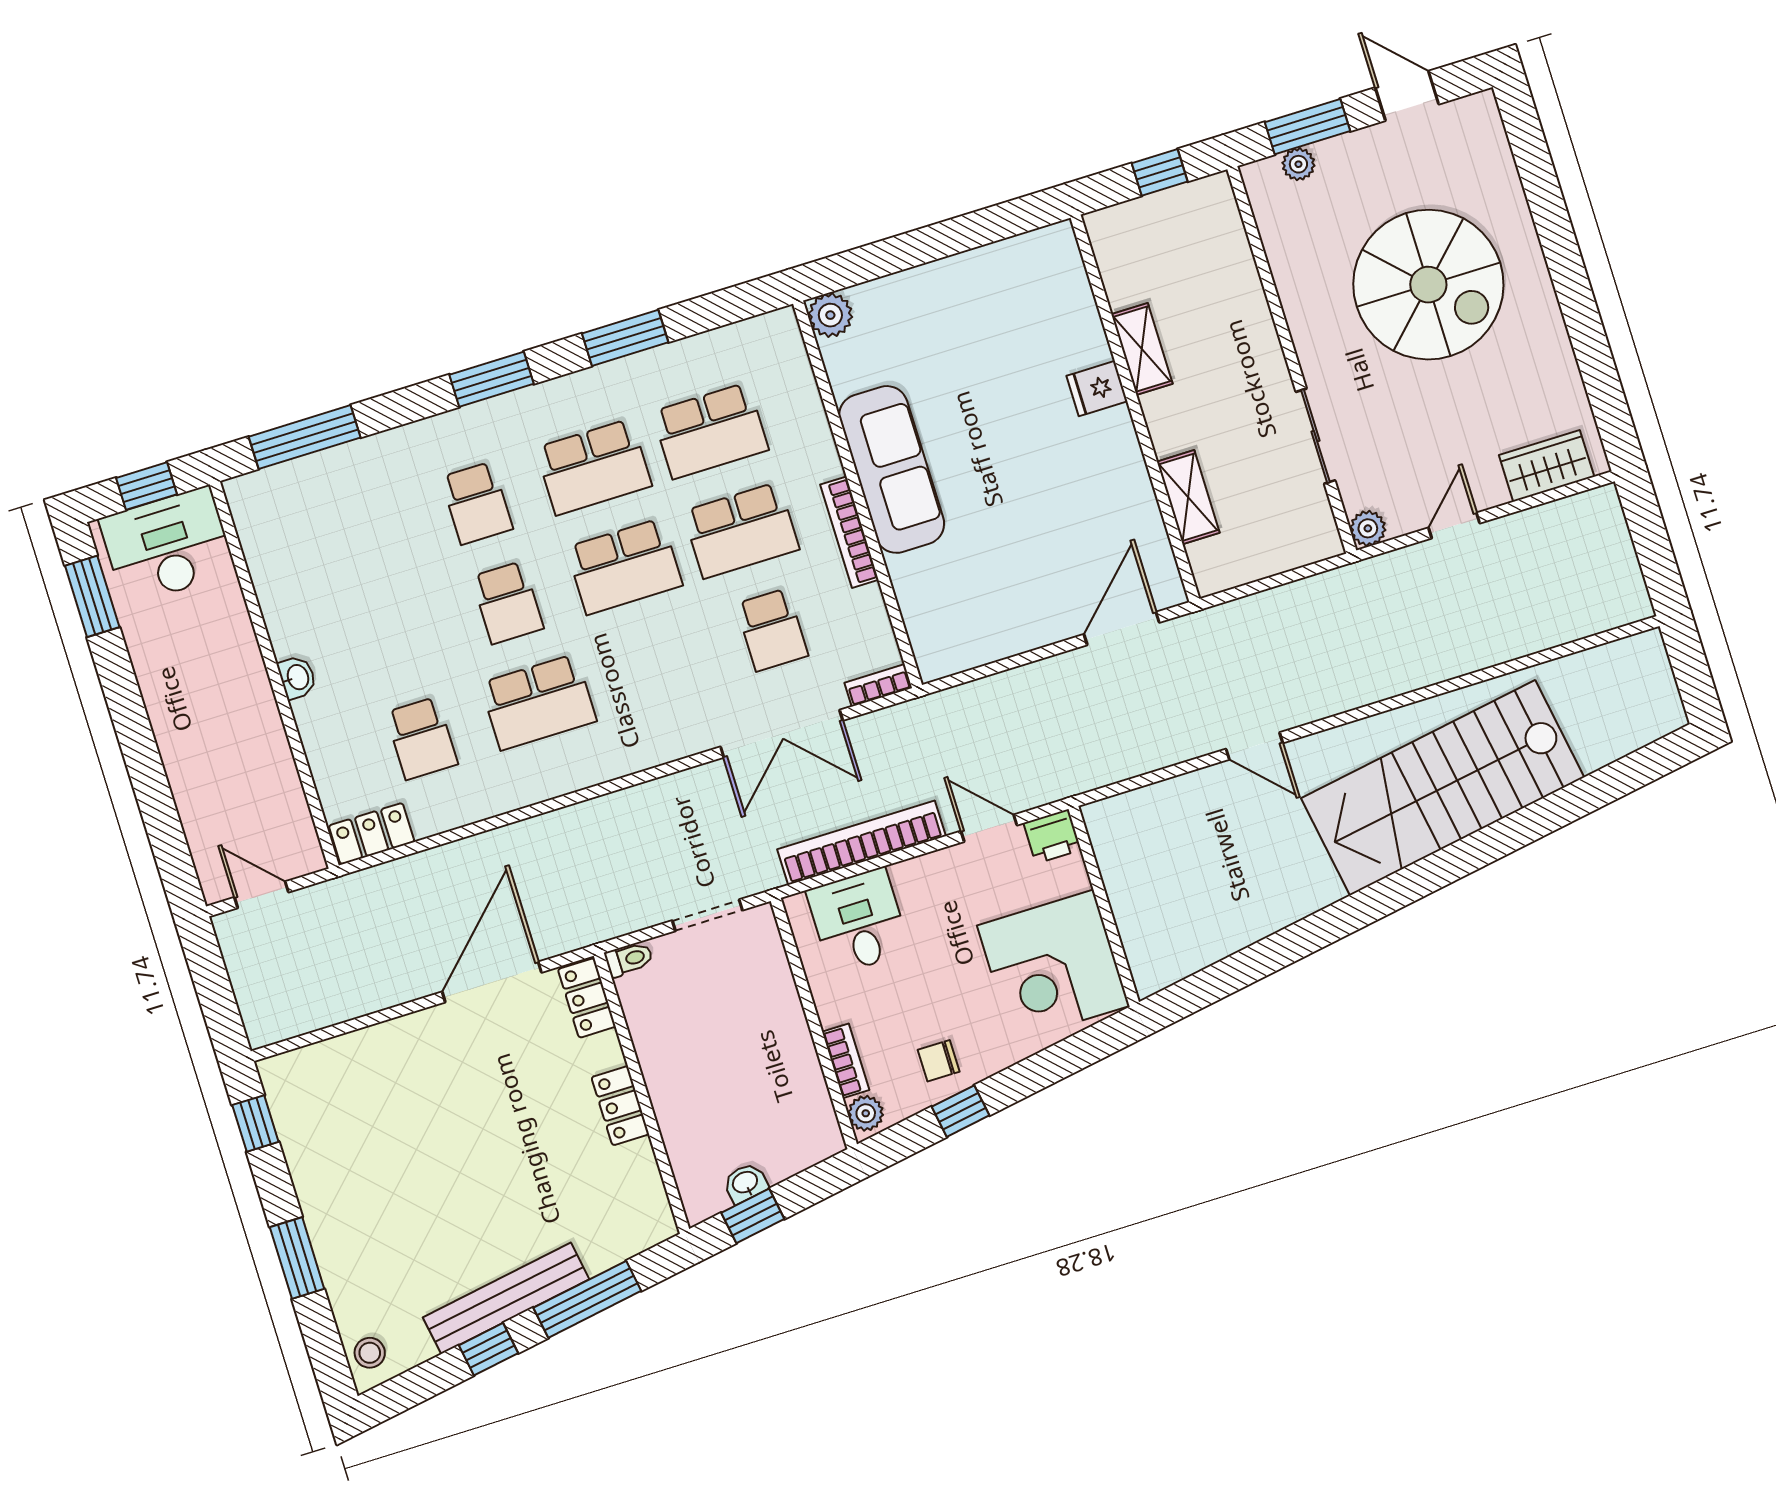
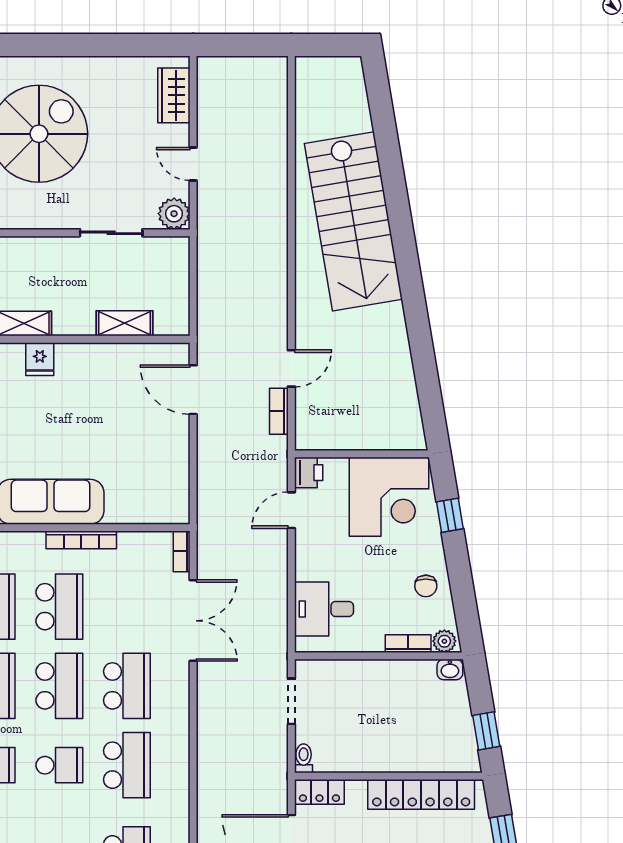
plant: (1368, 528) -> (174, 214), width x1.38, depth x1.38
school desk: (772, 630) -> (127, 686), moved, width x1.85
door: (1254, 746) -> (291, 368), moved
bookcase: (861, 843) -> (279, 411), moved, width x0.43, depth x0.76
locker: (620, 1106) -> (421, 794), width x2.16, depth x1.21
window: (961, 1111) -> (450, 515), moved
washbasin: (745, 1183) -> (450, 669), moved, turned -80

